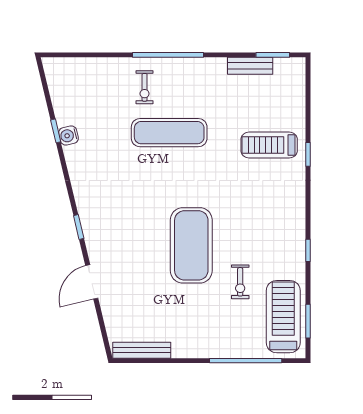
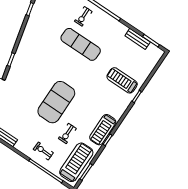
water cooler: (69, 135) -> (34, 15), removed
treadmill: (290, 240) -> (103, 130), added
exercise bike: (221, 333) -> (43, 151), added

